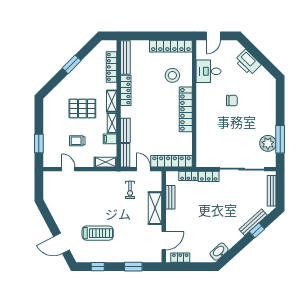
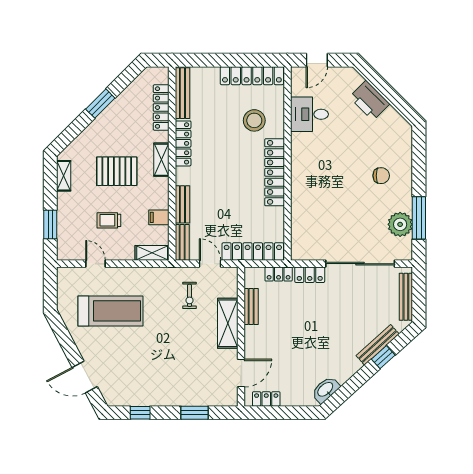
chair: (232, 101) -> (381, 176), moved
shelving: (112, 123) -> (64, 176), moved
treadmill: (98, 233) -> (111, 311), moved, width x1.37, depth x1.38

